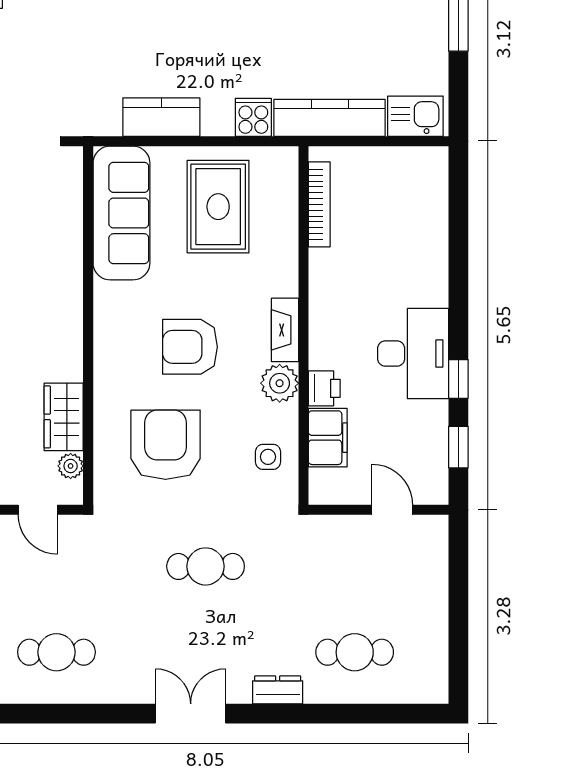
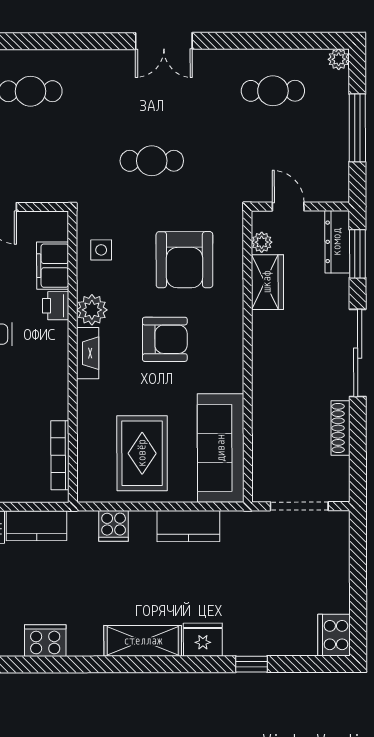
kitchen counter: (330, 118) -> (37, 526), width x0.67
dresser: (278, 690) -> (93, 61), removed

